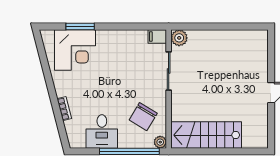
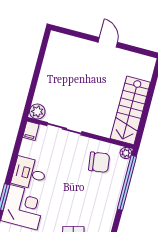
chair: (143, 117) -> (99, 162), turned -39
desk: (102, 131) -> (29, 173), moved, turned 180

